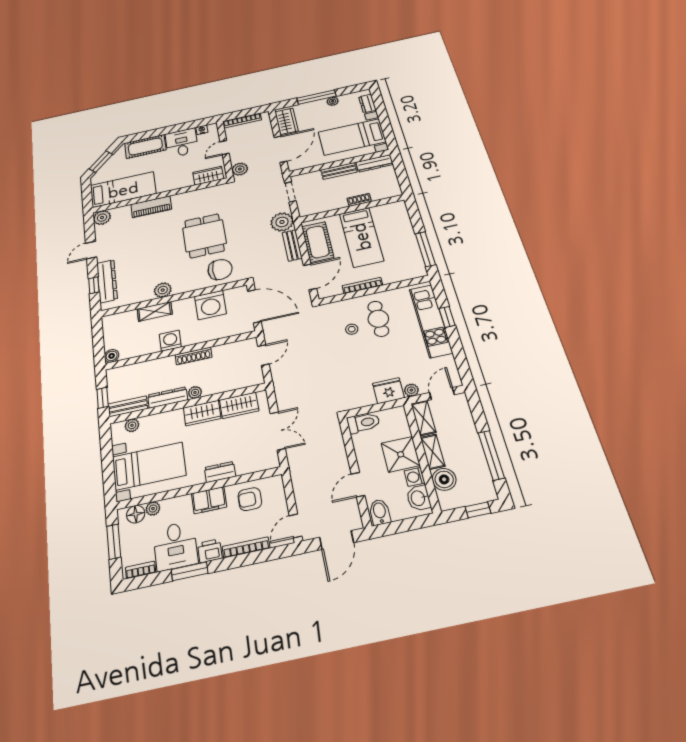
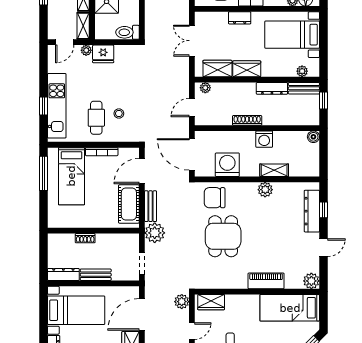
bed: (361, 237) -> (71, 176), moved, turned 180
plant: (195, 392) -> (205, 88), moved

